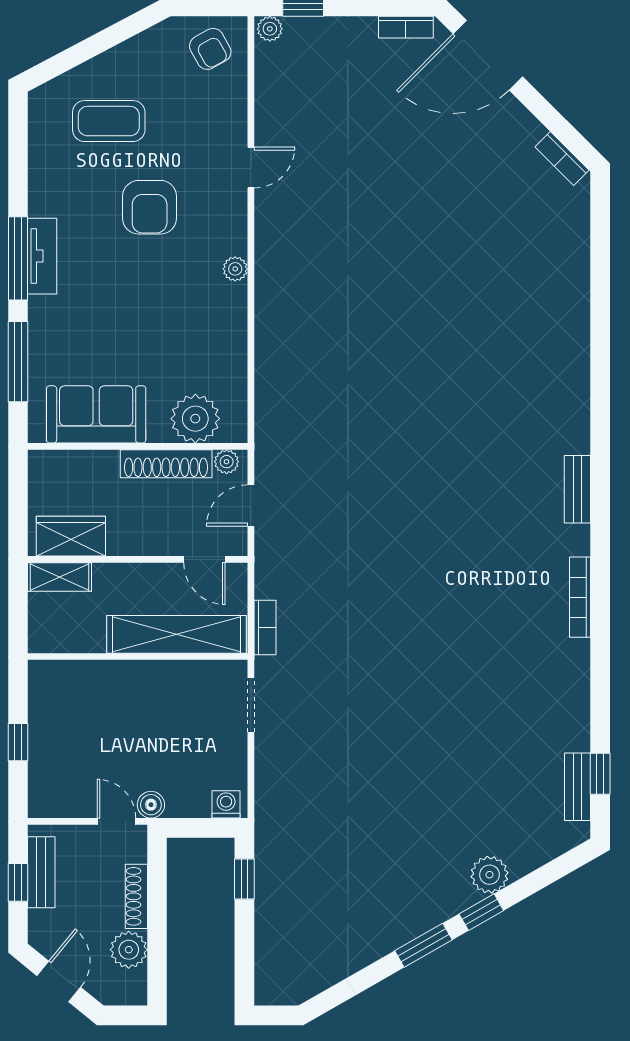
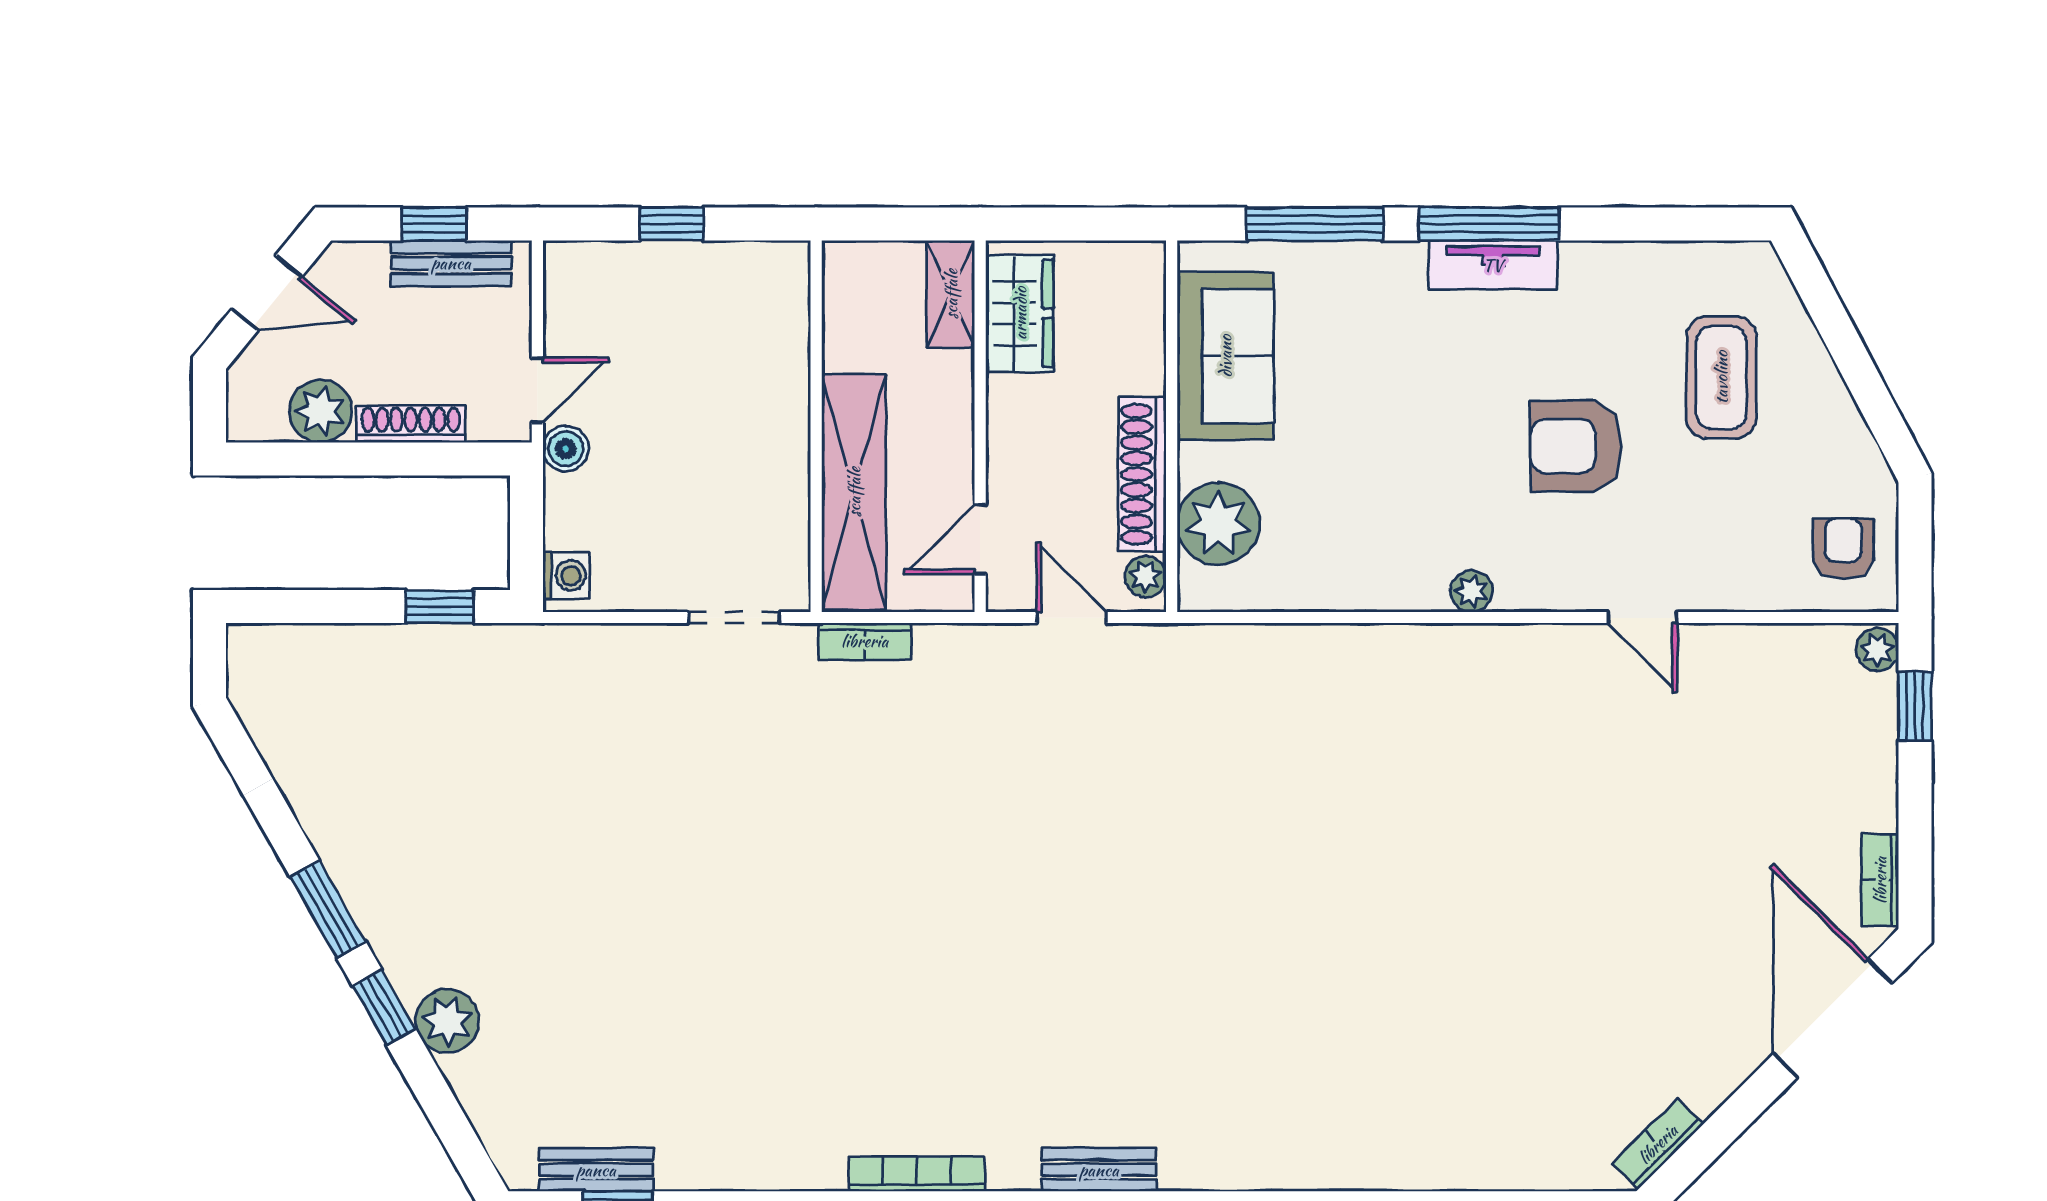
armchair: (210, 49) -> (1843, 549), turned 119

